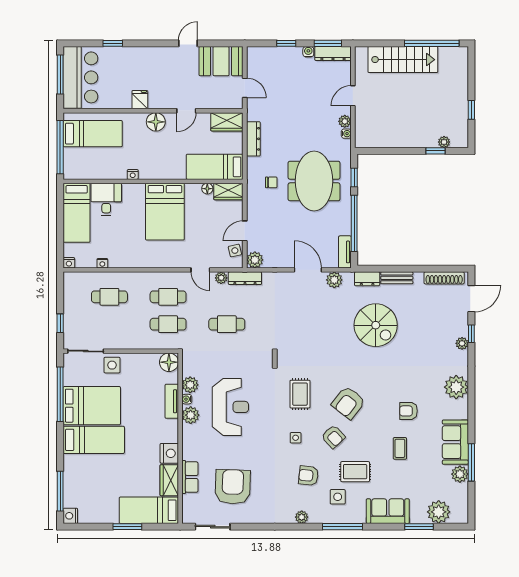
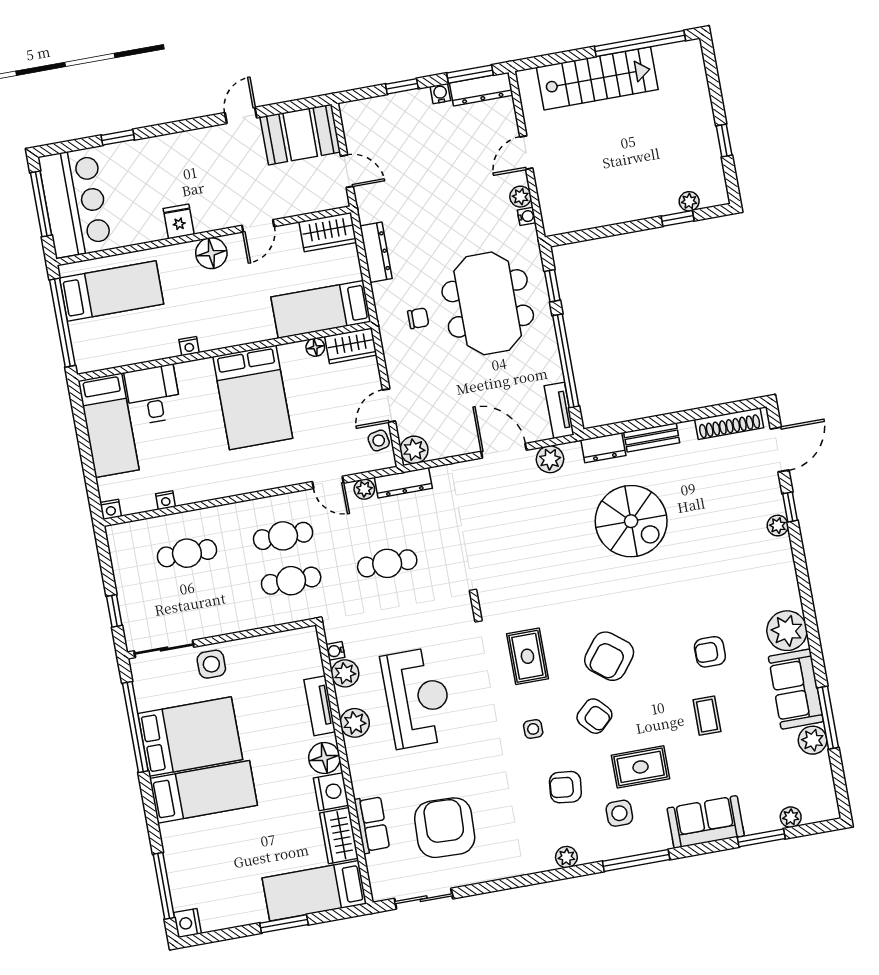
floor lamp: (169, 362) -> (324, 758), moved
plant: (456, 387) -> (787, 631), moved
water cooler: (187, 399) -> (335, 651), moved
plant: (439, 512) -> (791, 817), width x0.53, depth x0.53

